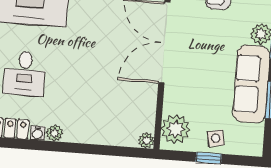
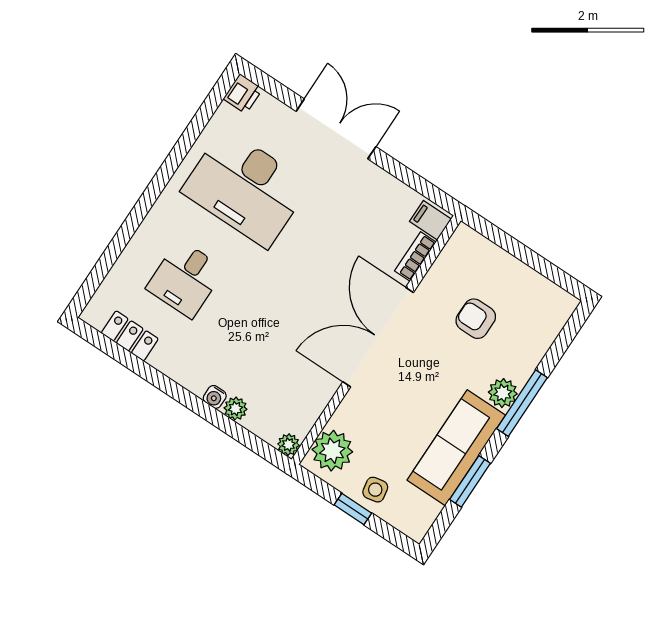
water cooler: (38, 133) -> (215, 397), moved
plant: (55, 133) -> (235, 409), moved

